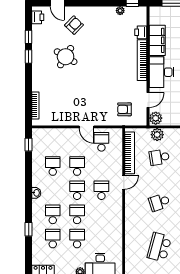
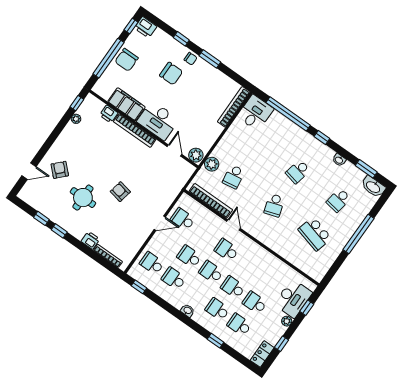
printer: (38, 17) -> (90, 240), moved
round table: (66, 57) -> (83, 198), turned -31
armchair: (124, 109) -> (120, 192), moved, turned 101
school desk: (53, 142) -> (152, 263), added

